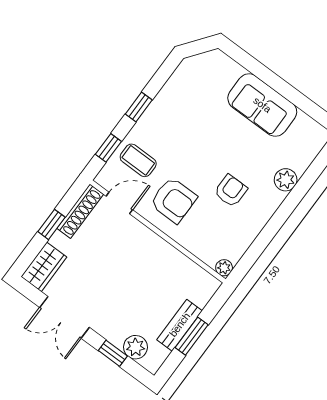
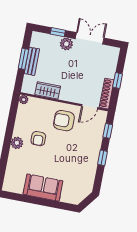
coffee table: (138, 160) -> (90, 132), removed
plant: (286, 180) -> (17, 143), moved
wardrobe: (44, 267) -> (48, 90), moved, turned 90
plant: (135, 347) -> (66, 44), moved

